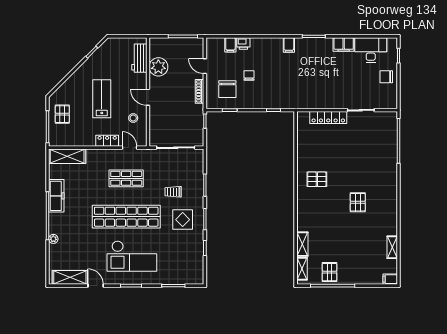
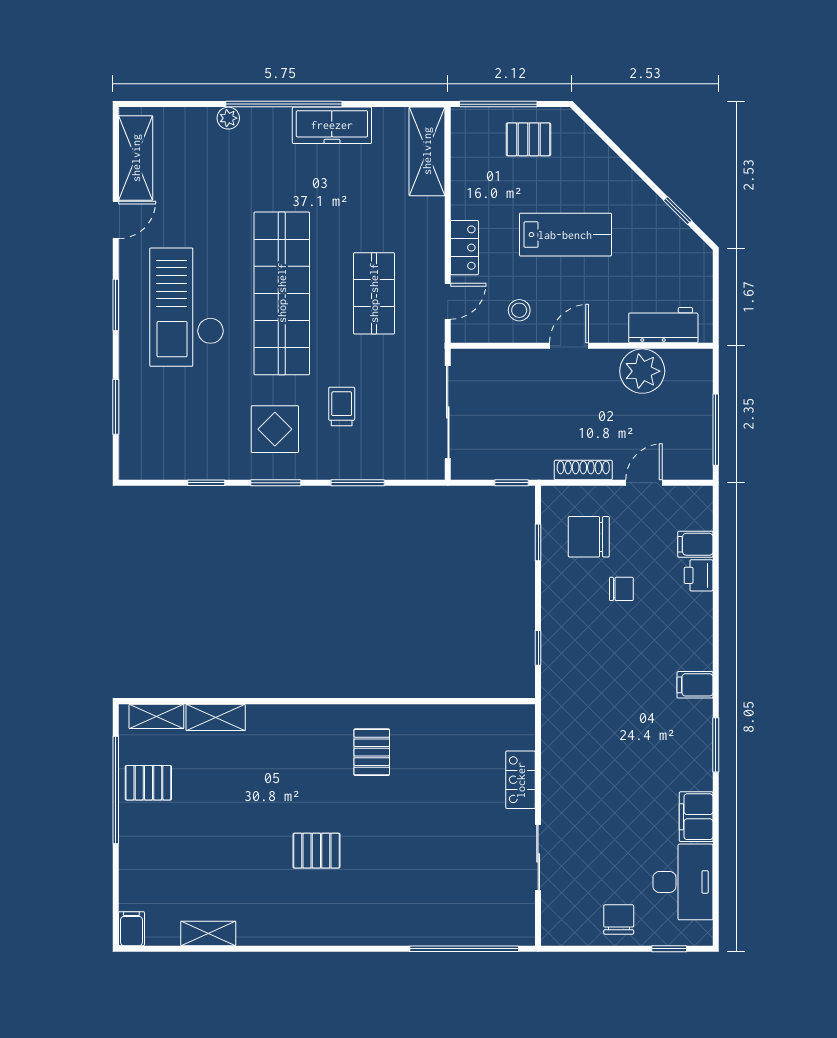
locker: (328, 117) -> (521, 780), width x0.66

